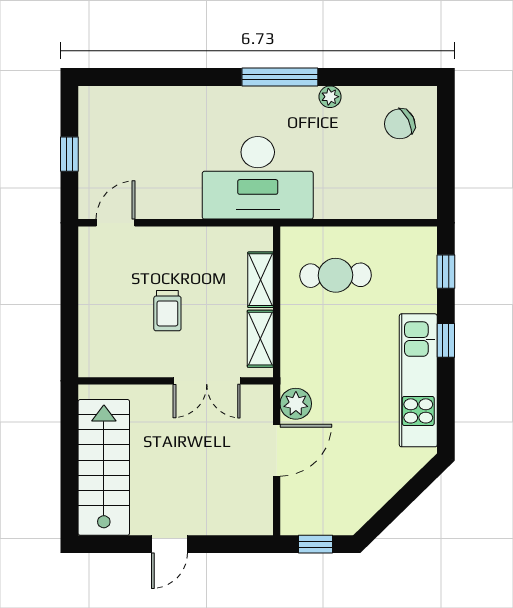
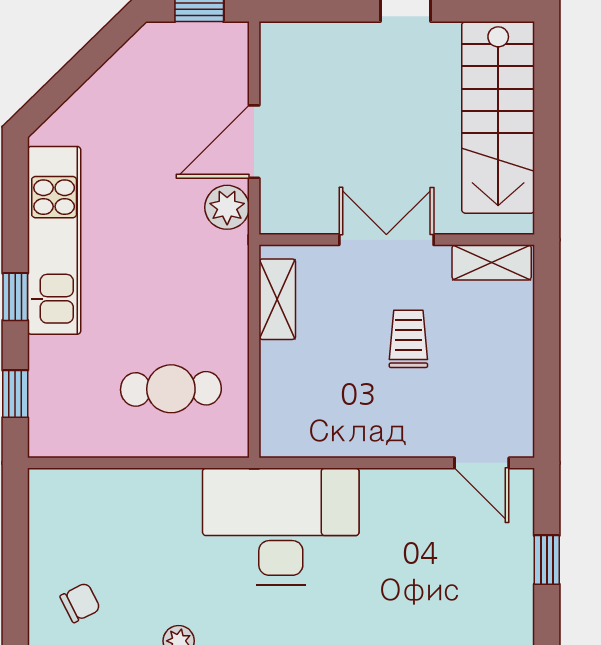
chair: (400, 124) -> (80, 603), width x0.73, depth x0.73
door: (115, 223) -> (482, 463), hinge flipped
shelving: (261, 280) -> (492, 262), moved, turned 90
double door: (207, 381) -> (386, 240), moved

